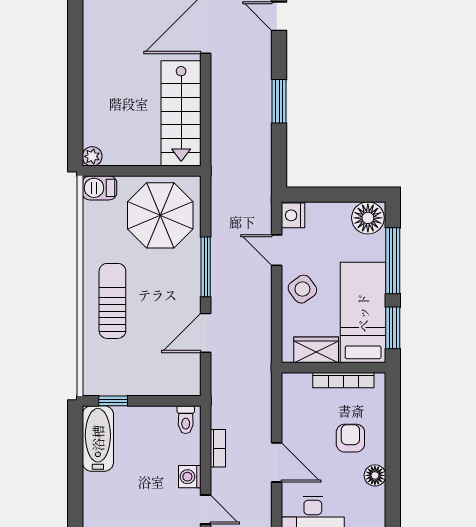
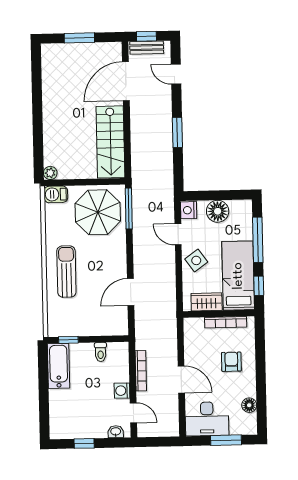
floor lamp: (368, 218) -> (218, 211), moved
window: (206, 267) -> (129, 209), moved
window: (393, 328) -> (259, 286), width x0.67
toilet: (186, 420) -> (101, 352), moved
bookcase: (218, 448) -> (141, 371), width x1.56
floor lamp: (375, 475) -> (249, 405), moved

